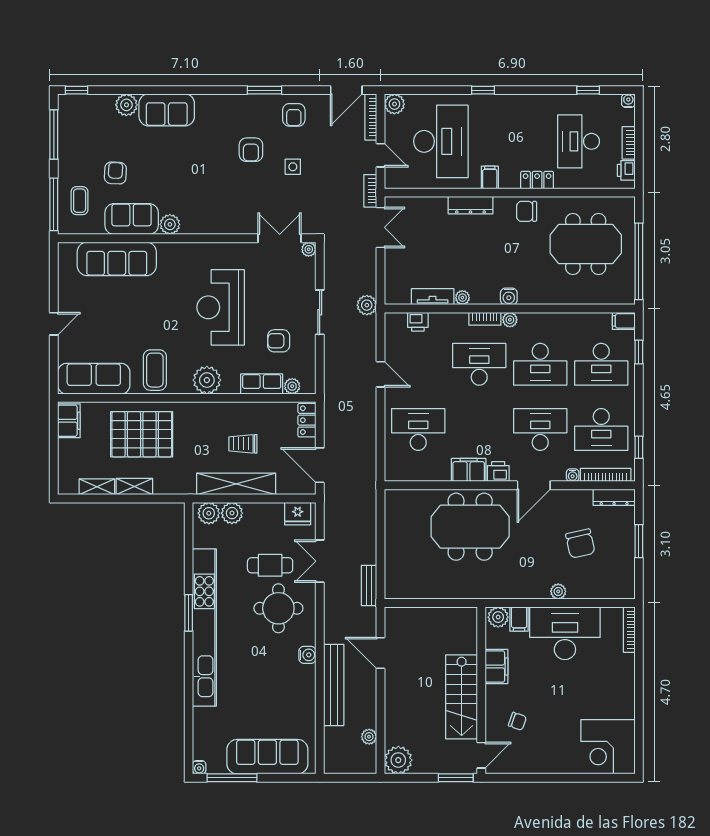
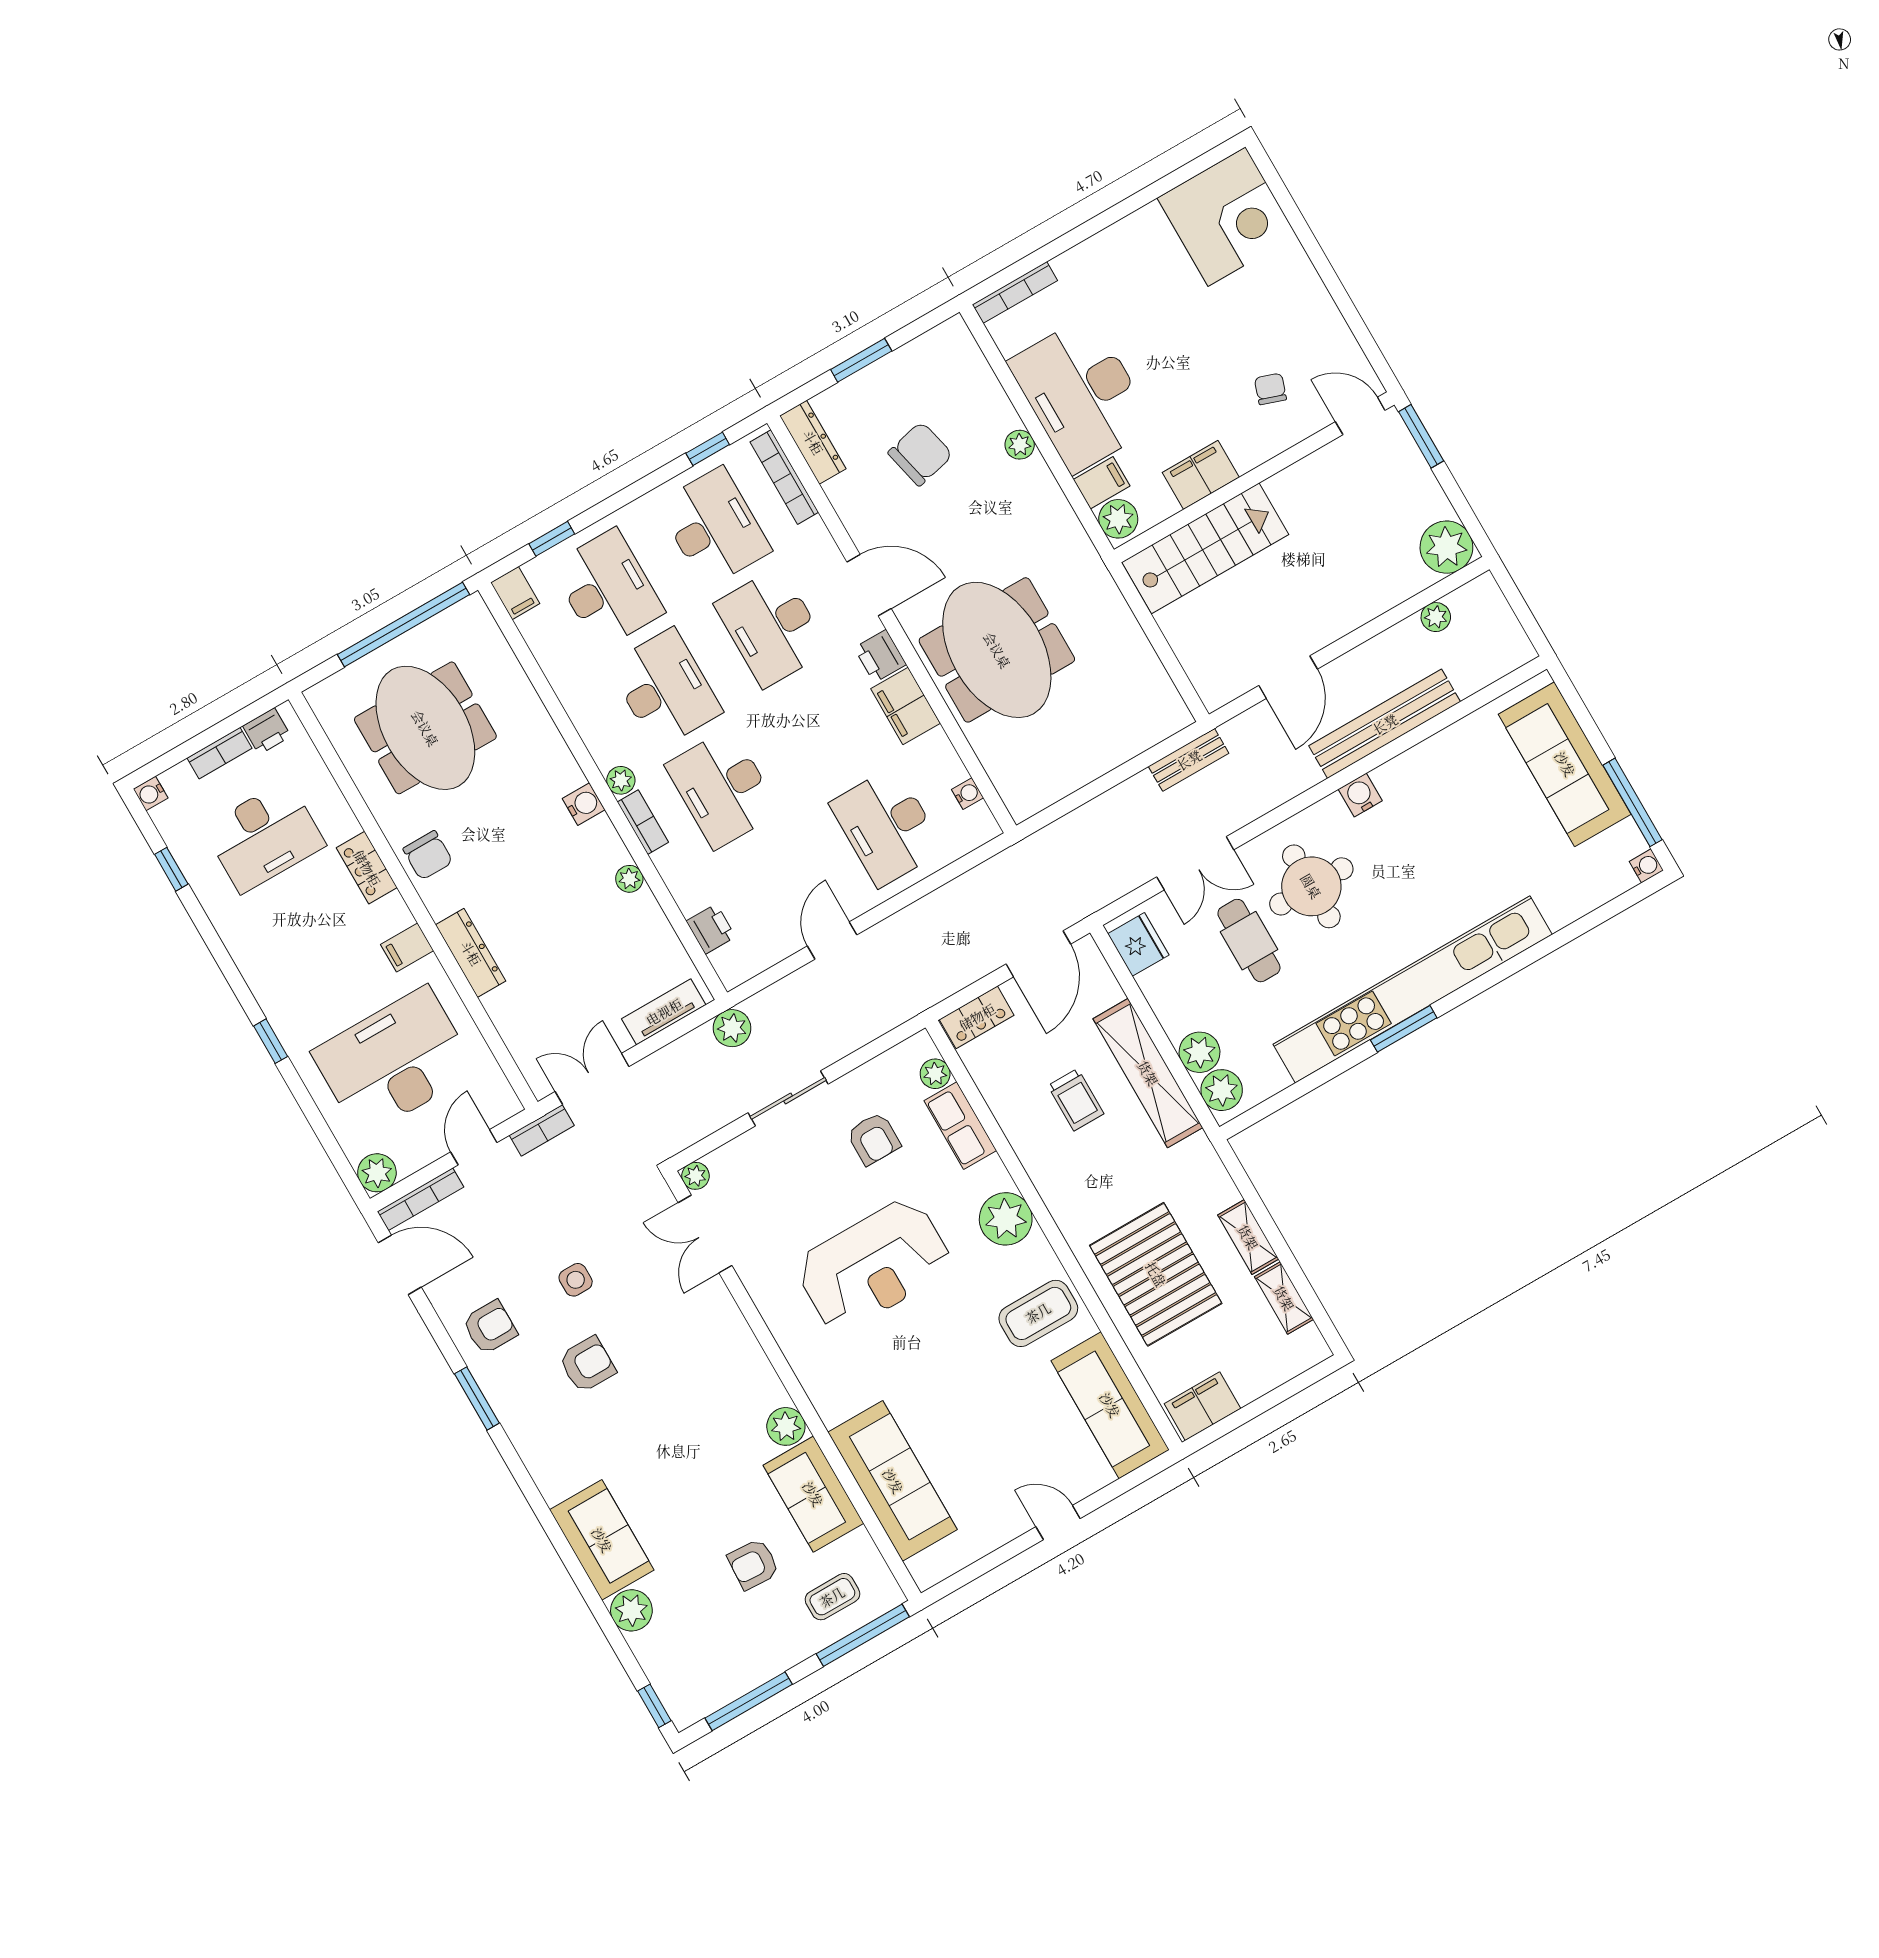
tv unit: (433, 297) -> (664, 1012), moved, turned 90
water cooler: (573, 475) -> (968, 794), moved
stairs: (462, 697) -> (1205, 548), moved

